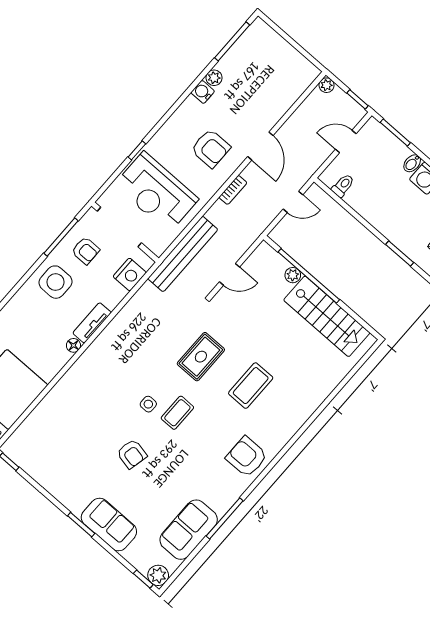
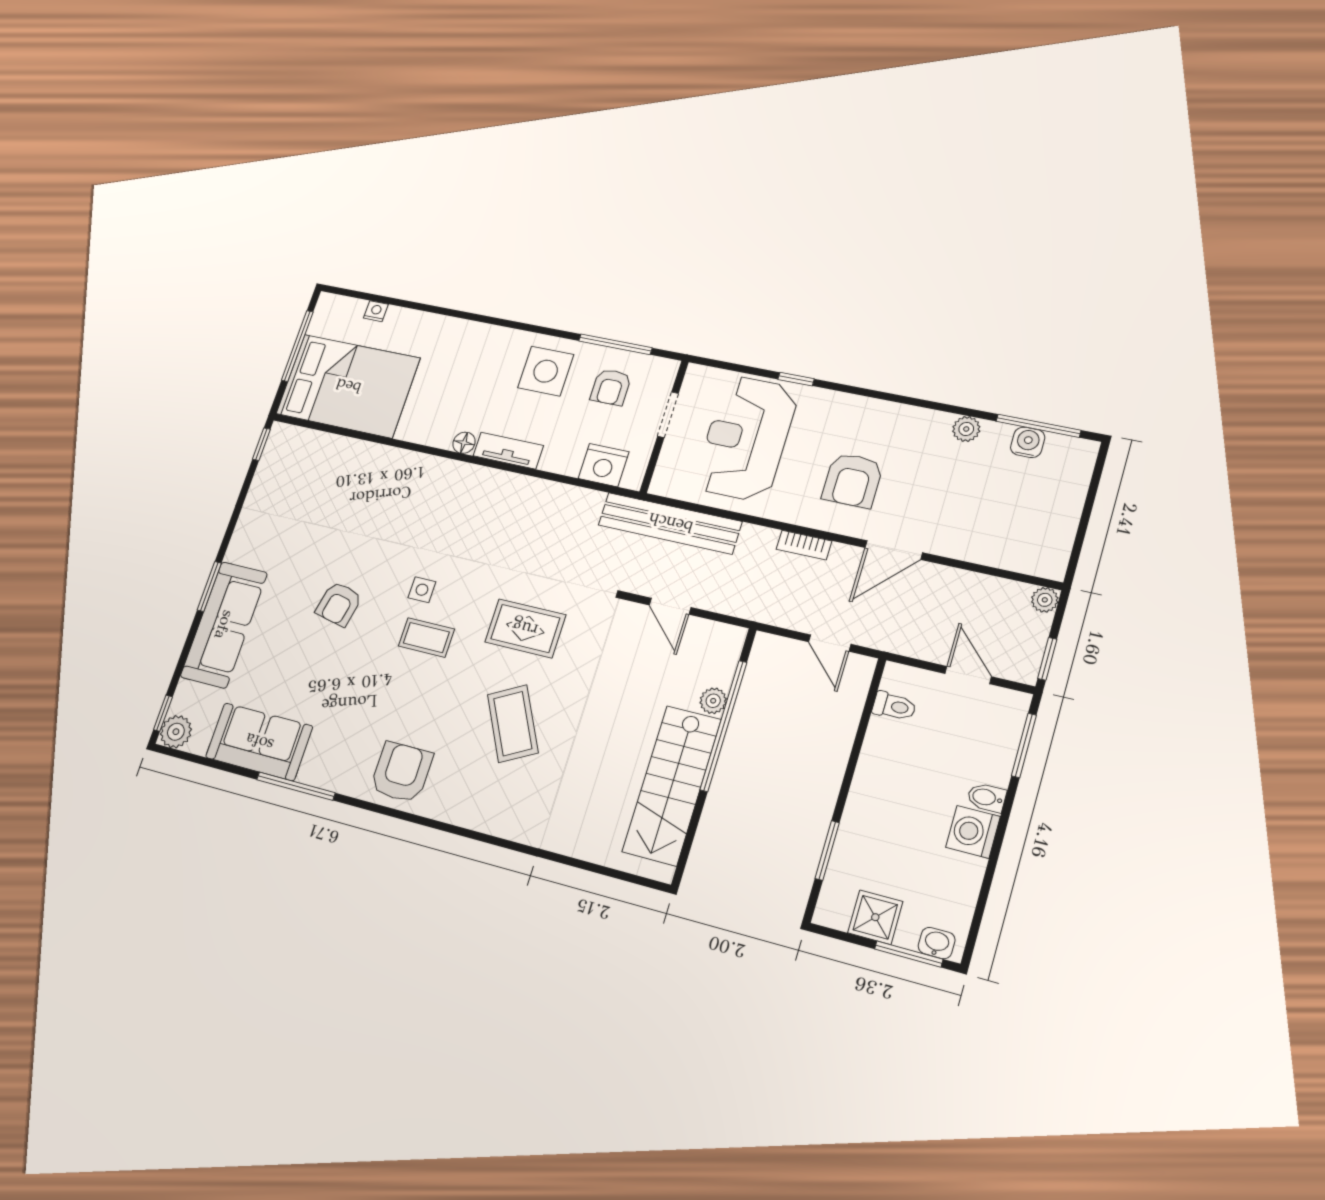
water cooler: (203, 92) -> (1028, 442), moved
doorway: (119, 227) -> (668, 415), width x0.53
coffee table: (251, 386) -> (513, 724), turned 62
sofa: (109, 525) -> (224, 625), width x1.36

